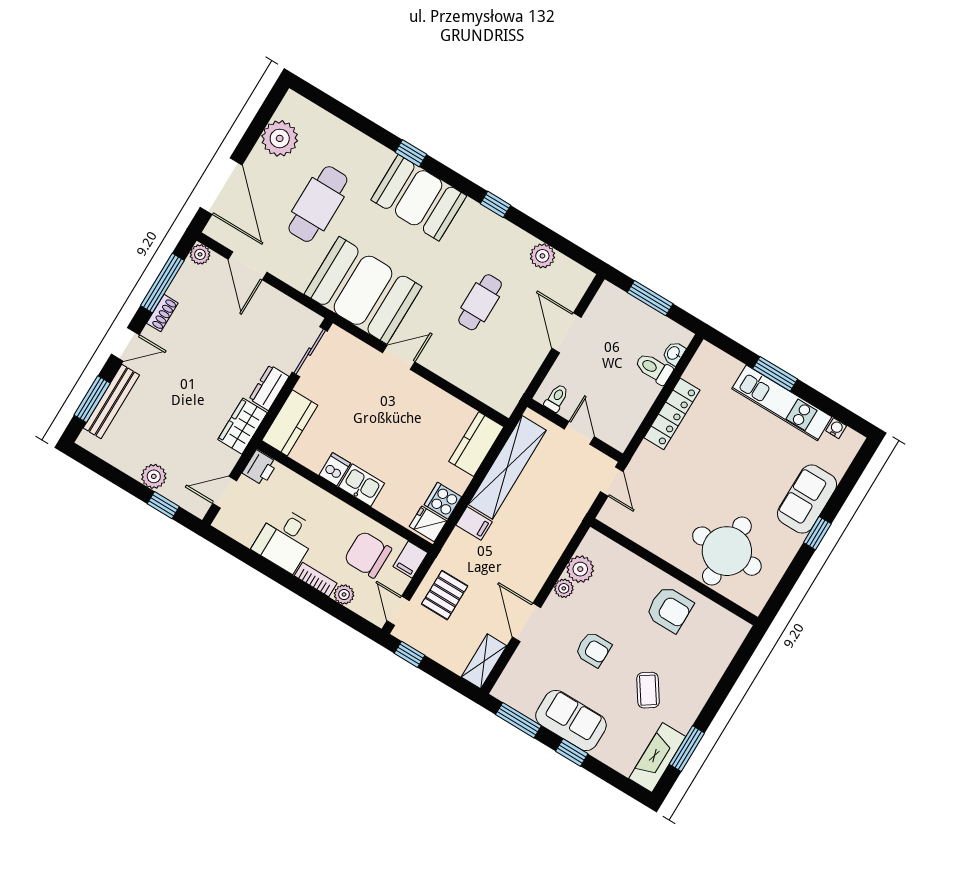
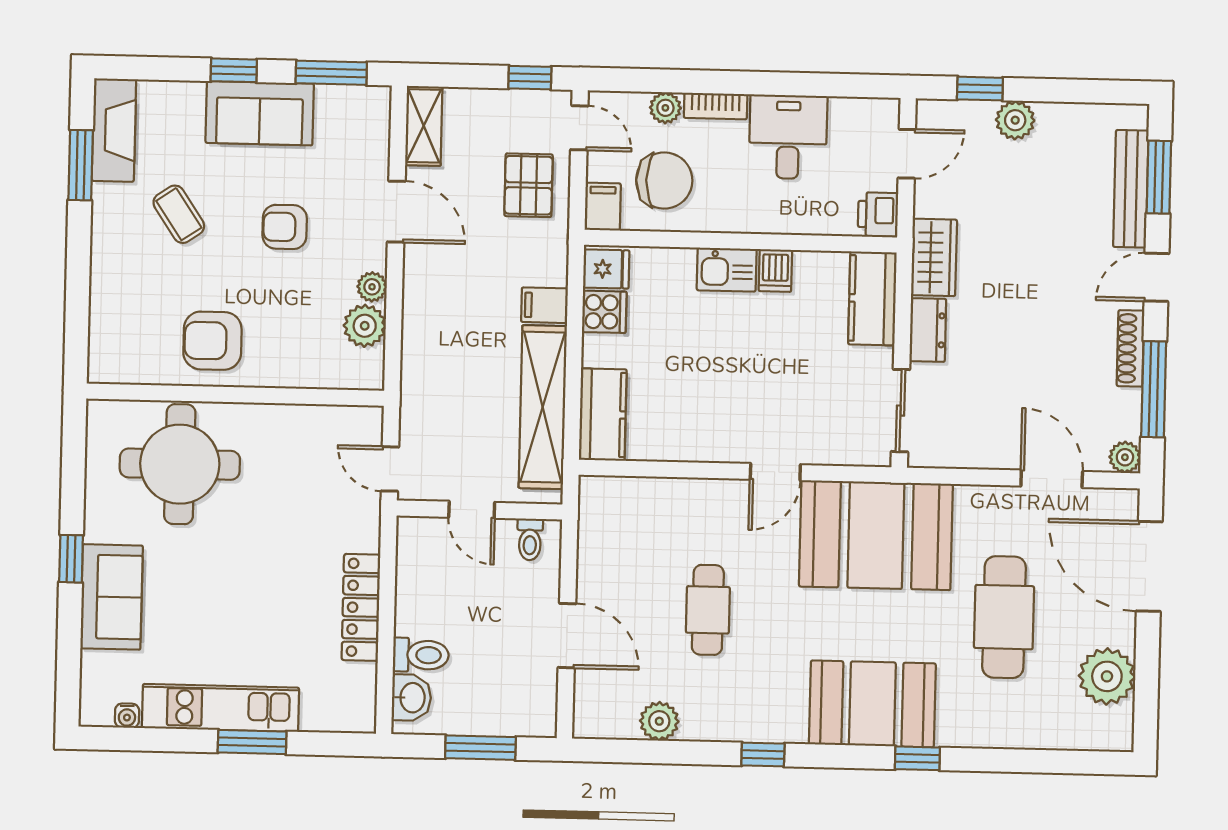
shoe rack: (162, 313) -> (1130, 348), width x1.43
washbasin: (674, 353) -> (411, 698), width x1.38, depth x1.45

